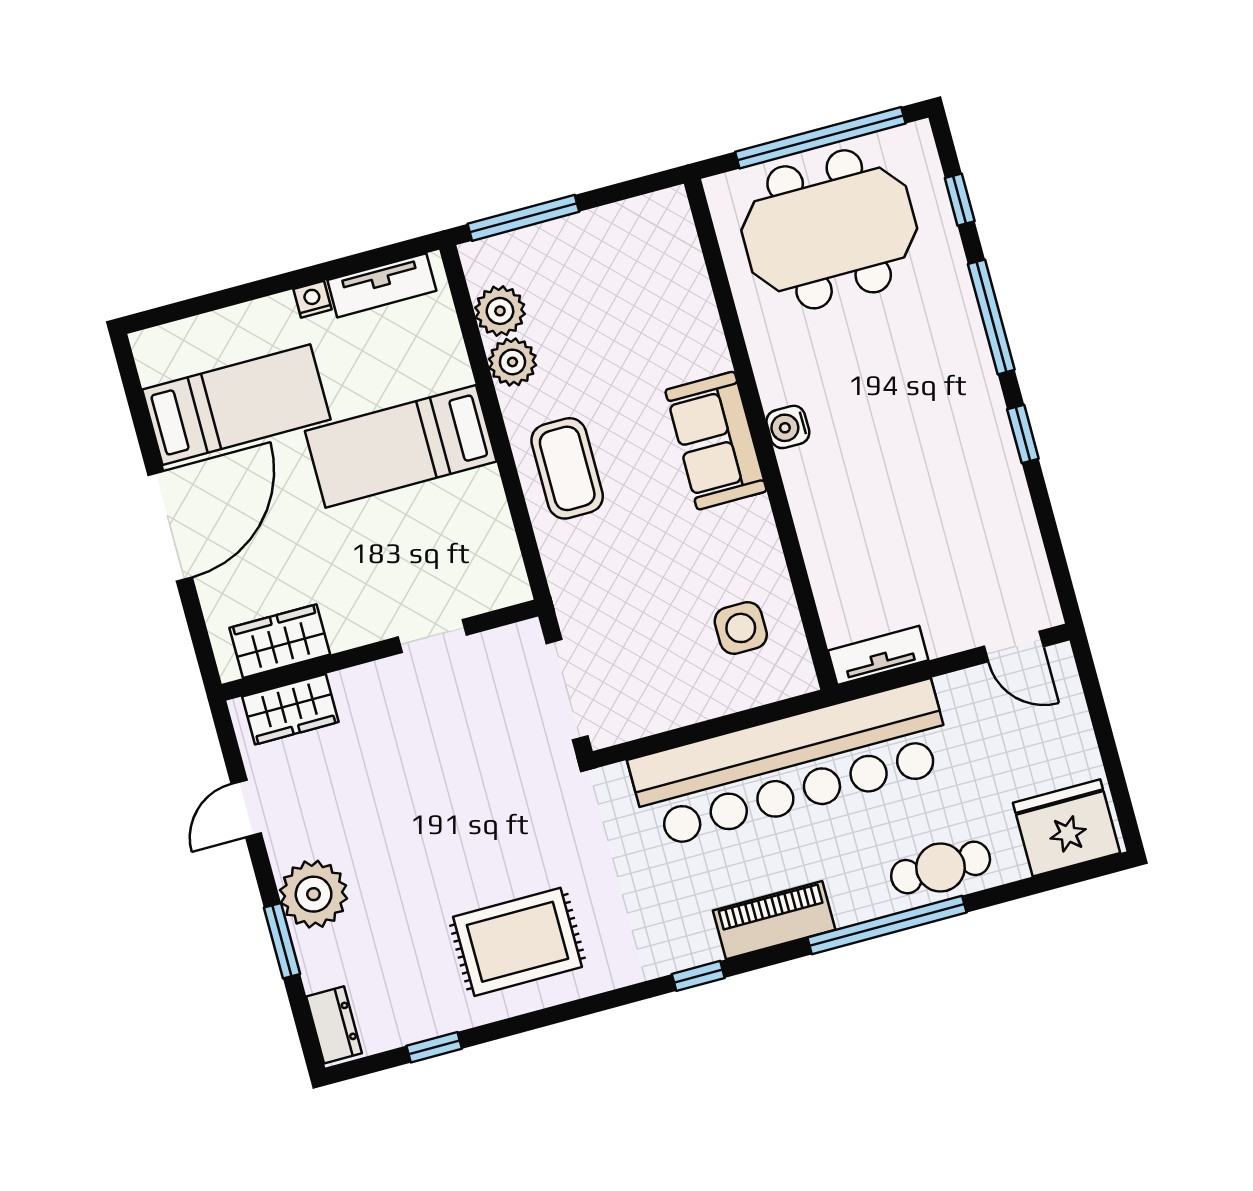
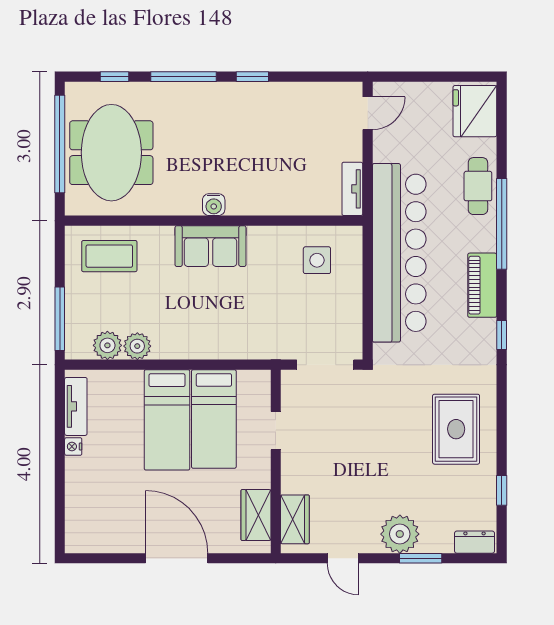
bed: (236, 405) -> (214, 419), moved, turned 180
coffee table: (567, 468) -> (109, 256), moved

